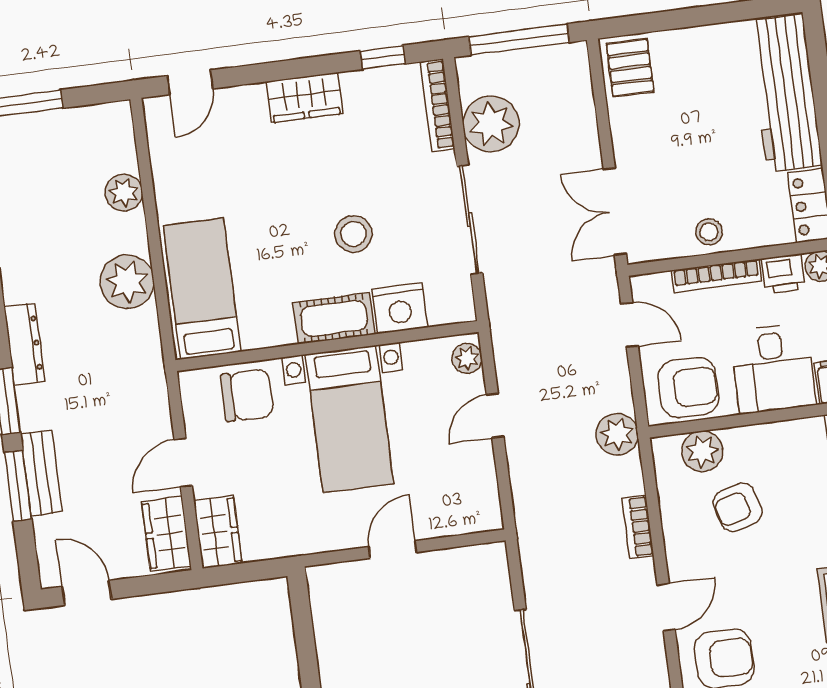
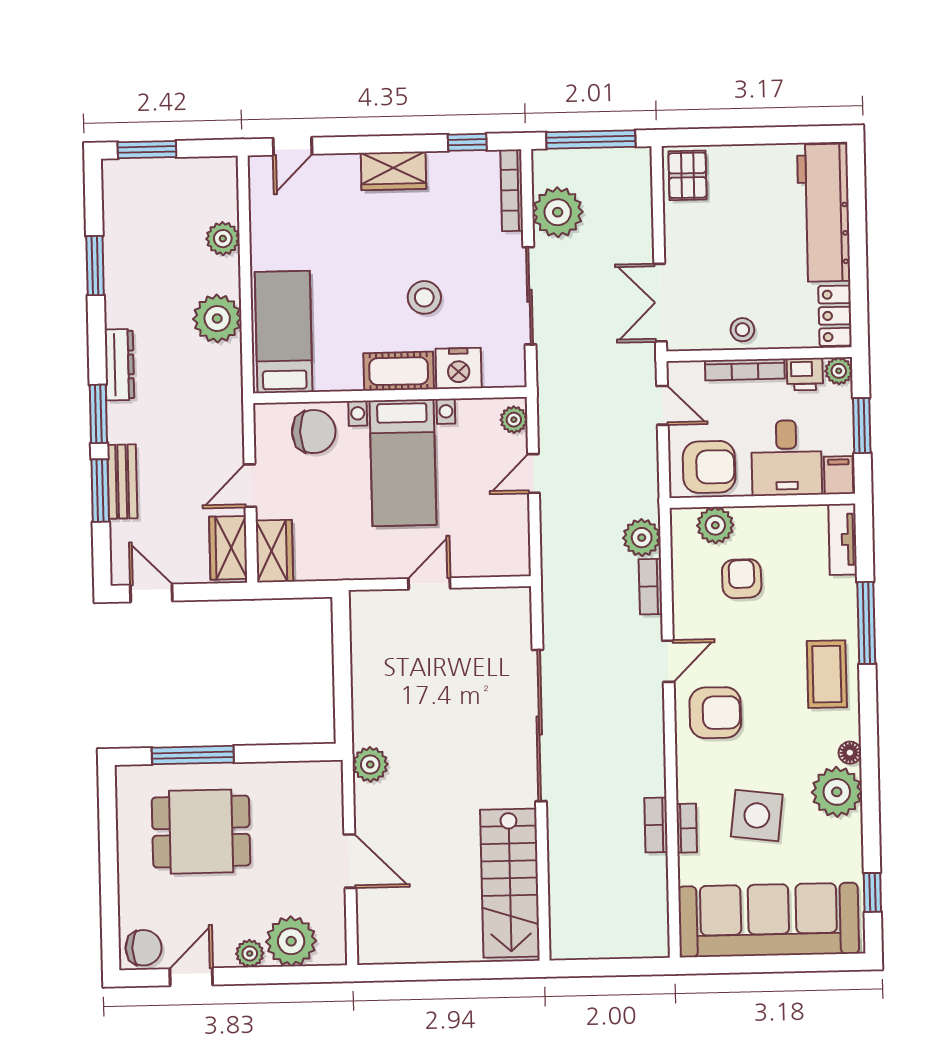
plant: (617, 434) -> (642, 538), moved
armchair: (738, 507) -> (742, 579), turned 105

